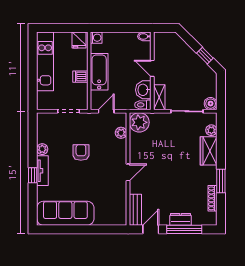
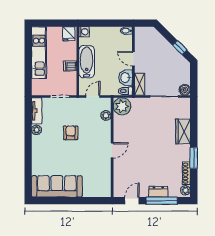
plant: (211, 130) -> (185, 190), moved
tv unit: (42, 171) -> (37, 111), moved
window: (33, 175) -> (28, 153), removed
bench: (135, 210) -> (119, 183), removed

